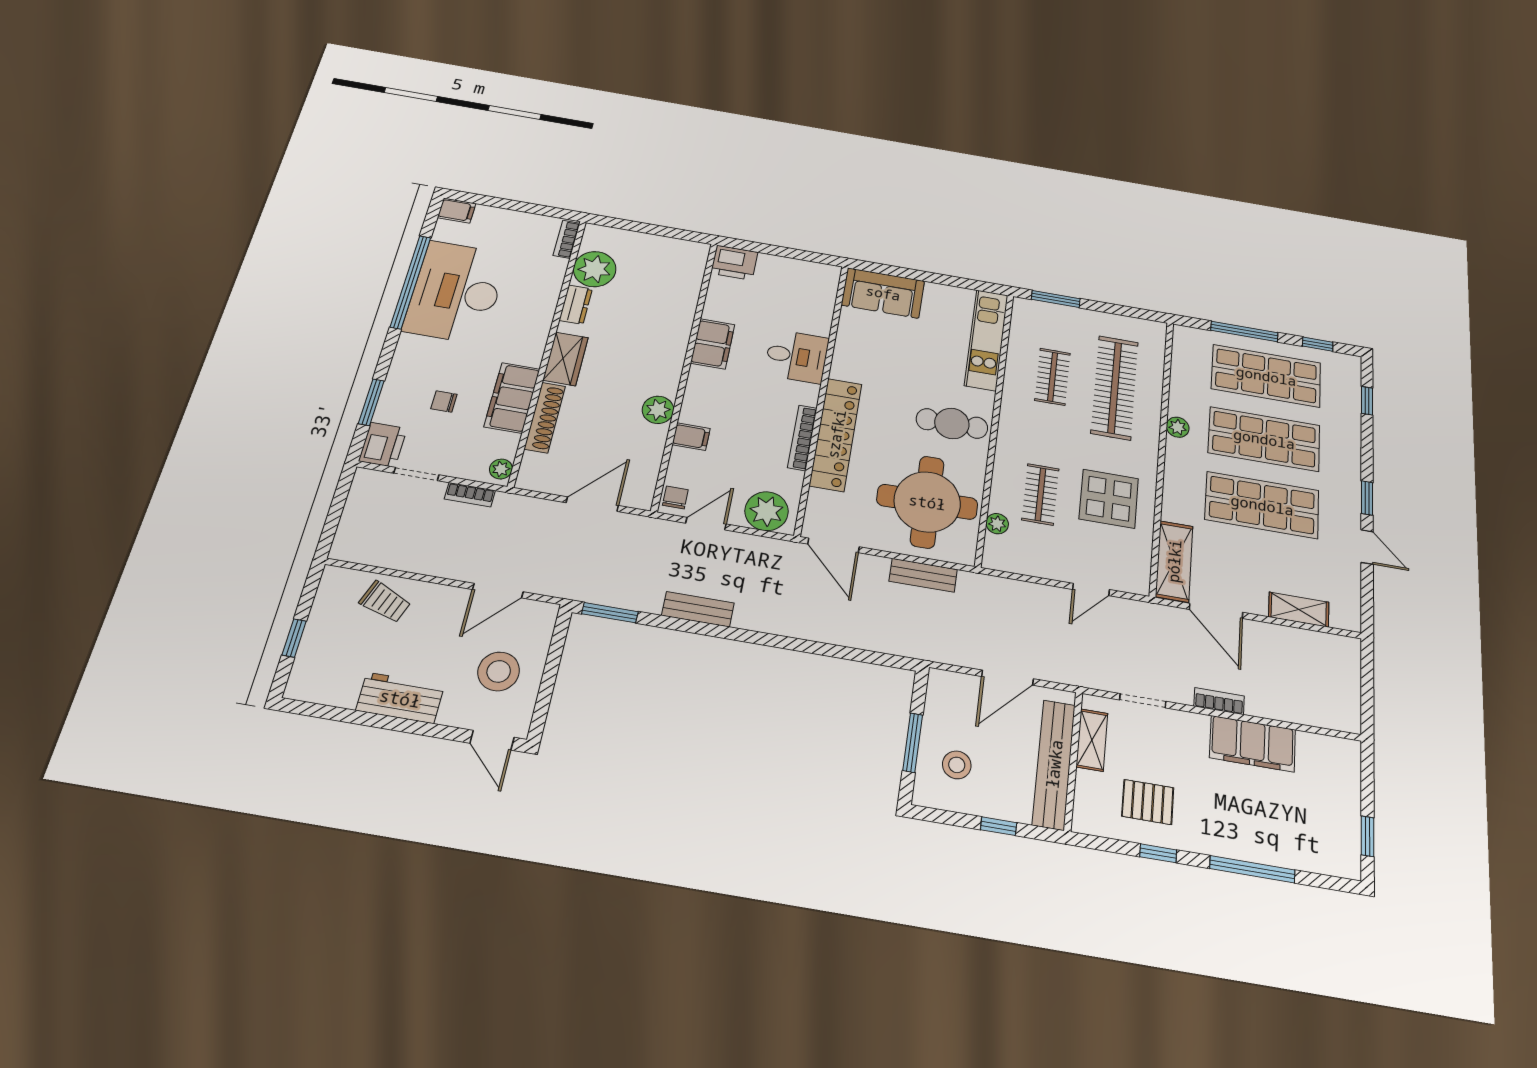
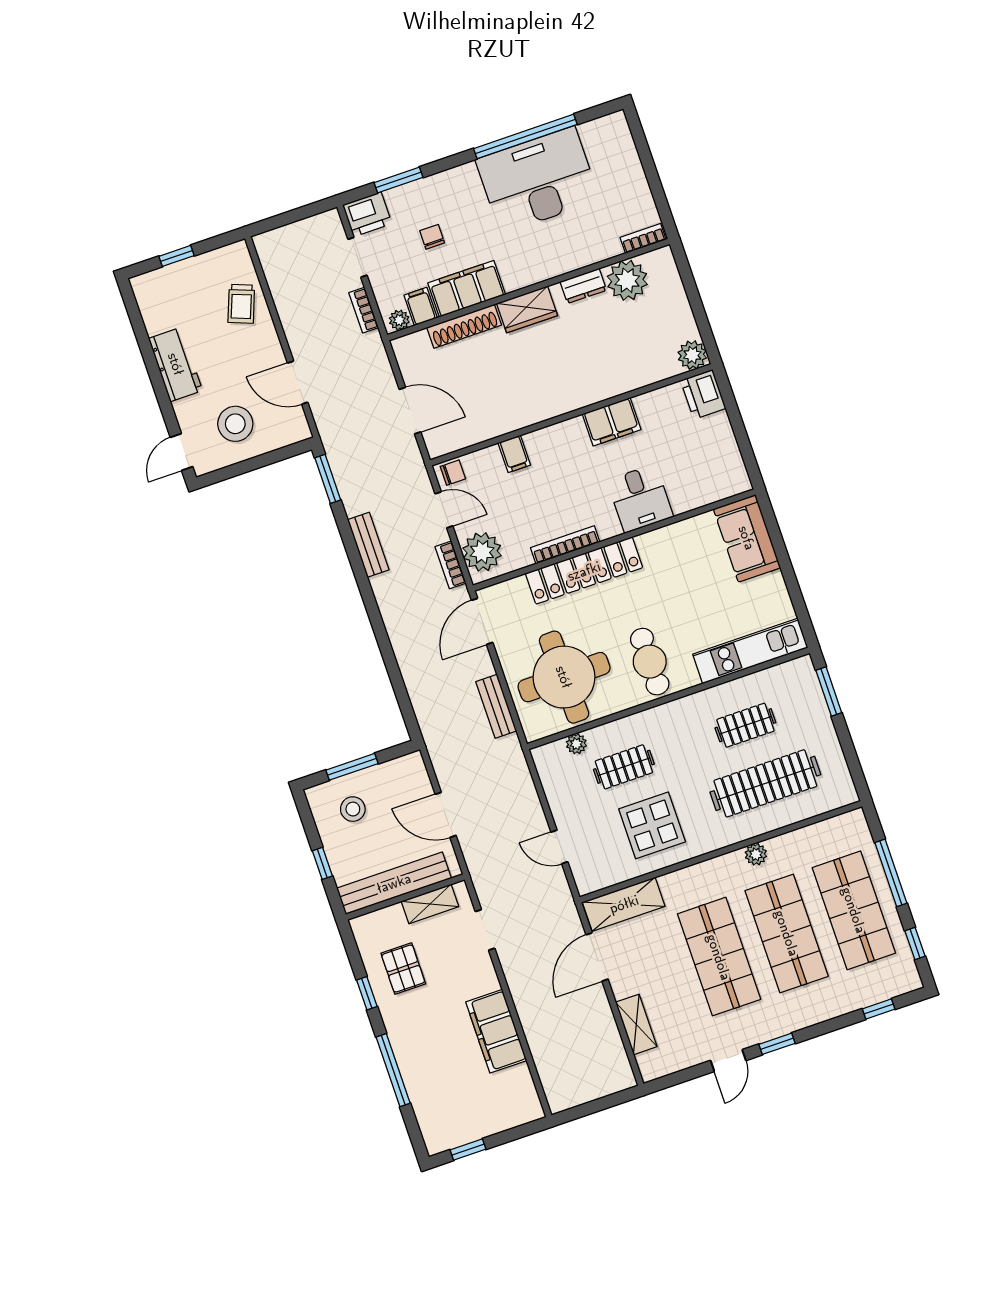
filing cabinet: (457, 211) -> (421, 306), moved, turned 180
plant: (658, 410) -> (692, 355), moved
bookcase: (1219, 701) -> (450, 565), moved, turned 180

